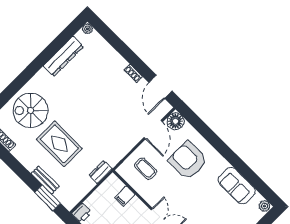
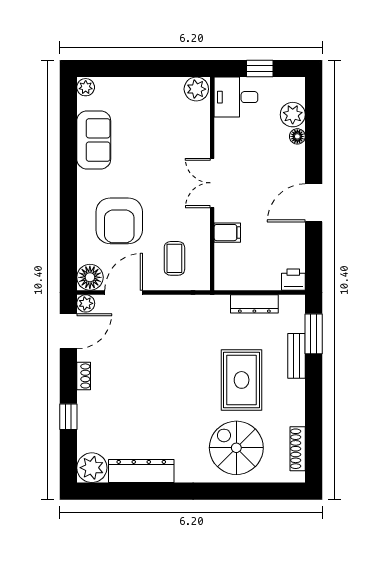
plant: (87, 29) -> (92, 468), width x1.88, depth x1.88
window: (121, 48) -> (68, 417), added
plant: (165, 107) -> (86, 303), added
spiral stairs: (31, 110) -> (236, 448), turned 180
dresser: (101, 172) -> (254, 304), moved, width x1.44
filing cabinet: (125, 196) -> (227, 233), moved

